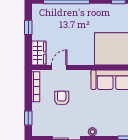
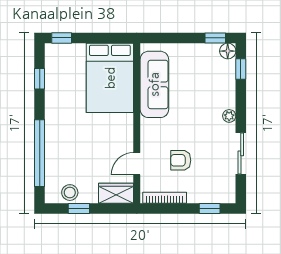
stool: (39, 21) -> (70, 193), added
door: (59, 68) -> (137, 164), hinge flipped

